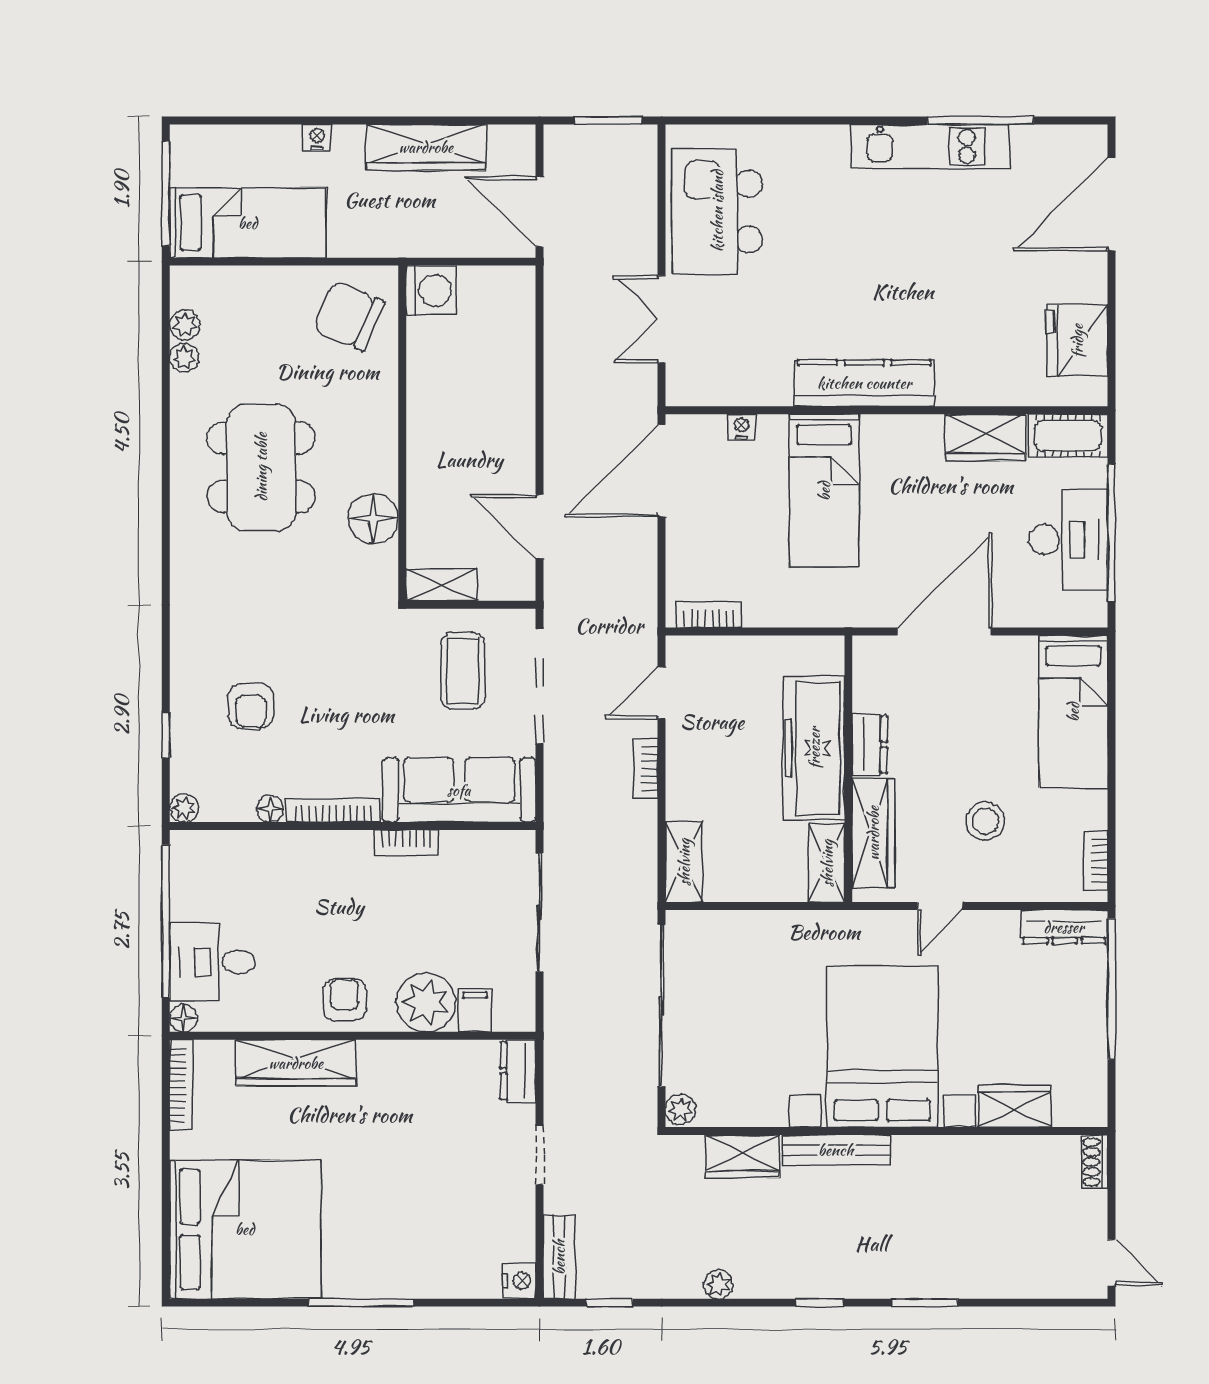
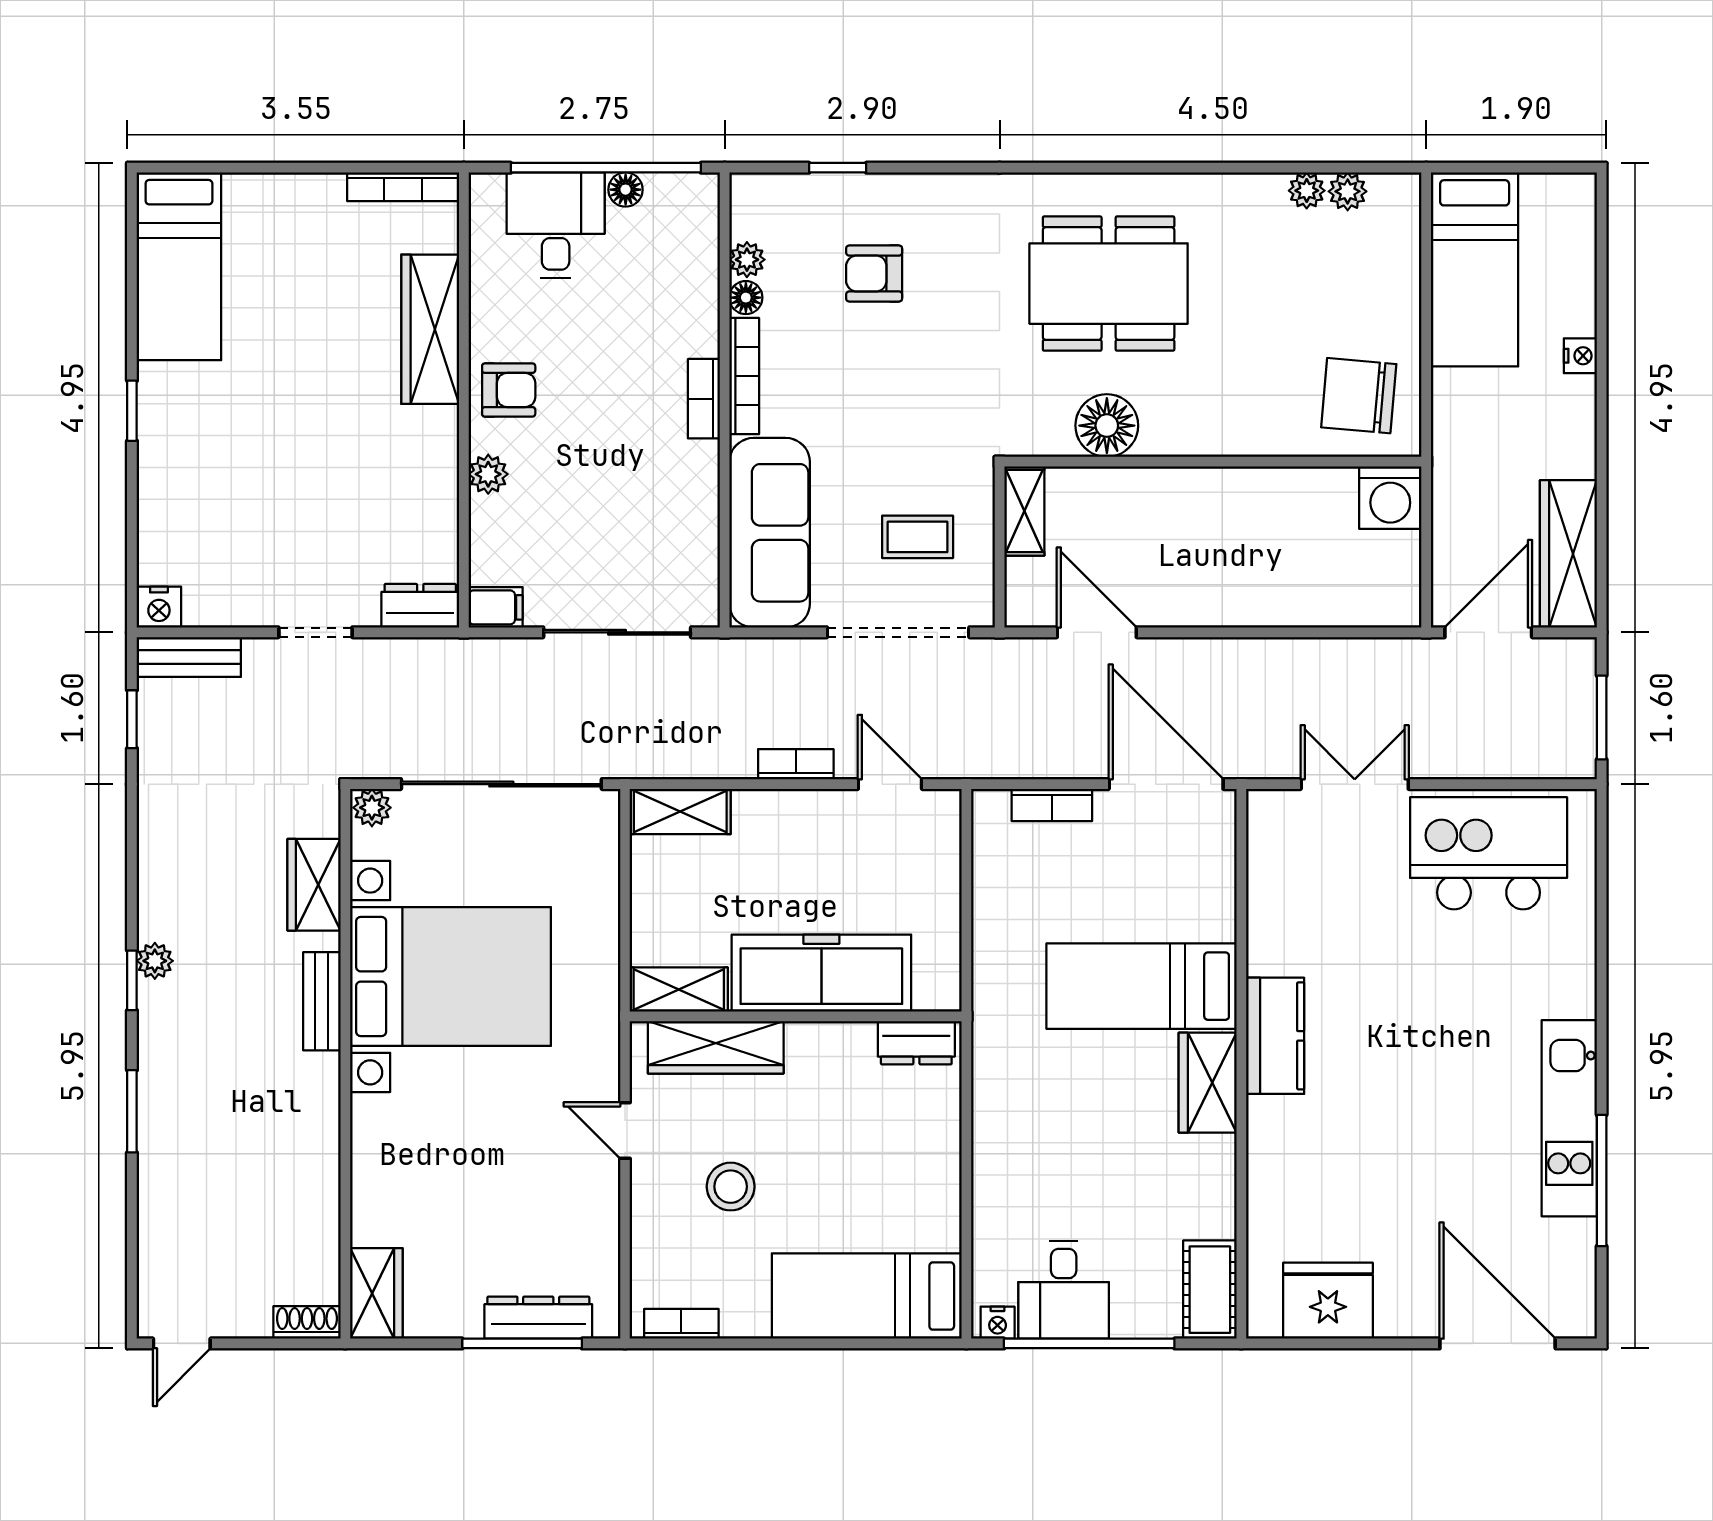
wardrobe: (426, 147) -> (1568, 554), moved
window: (166, 194) -> (1511, 168), removed
chair: (349, 316) -> (1359, 396), turned -108
kitchen counter: (864, 383) -> (1275, 1036), width x0.67
nightstand: (742, 427) -> (998, 1323), moved, turned 90
wardrobe: (985, 437) -> (1208, 1083), moved
dining table: (261, 467) -> (1109, 284), moved
door: (540, 527) -> (1097, 632), hinge flipped
desk: (1068, 540) -> (1064, 1290), width x0.73
bookcase: (709, 615) -> (1052, 805), moved, turned 90
door: (945, 631) -> (966, 1136), removed
coffee table: (463, 671) -> (918, 537), width x0.73, depth x0.77
dresser: (870, 745) -> (916, 1043), moved
plant: (184, 808) -> (747, 260), moved
bookcase: (406, 843) -> (704, 399), moved
dresser: (1064, 927) -> (538, 1318), moved, turned 90
window: (1112, 989) -> (522, 1343), width x0.68
plant: (426, 1002) -> (488, 474), width x0.53, depth x0.53
filing cabinet: (475, 1010) -> (496, 607), moved
floor lamp: (183, 1018) -> (626, 190), moved
bed with nightstands: (882, 1046) -> (451, 976), moved
wardrobe: (1015, 1106) -> (376, 1293), moved
bench: (836, 1150) -> (322, 1001), width x0.73
bed: (245, 1229) -> (179, 266), width x0.49
plant: (718, 1284) -> (155, 961), moved
window: (361, 1303) -> (132, 411), width x0.46

